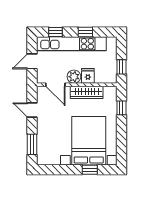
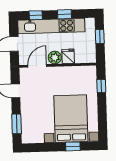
window: (121, 67) -> (100, 37), moved
door: (55, 85) -> (37, 66), swing flipped
wardrobe: (87, 92) -> (68, 72), removed

